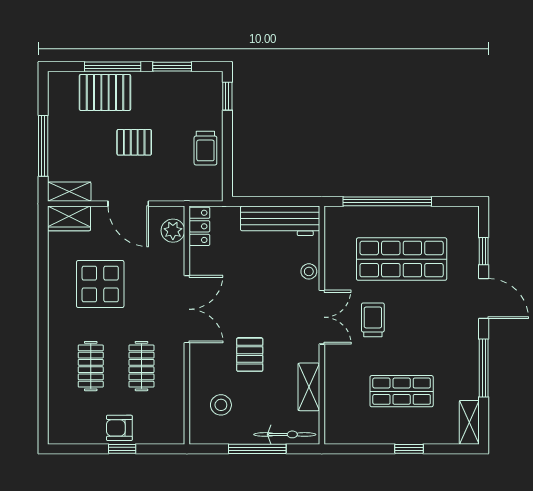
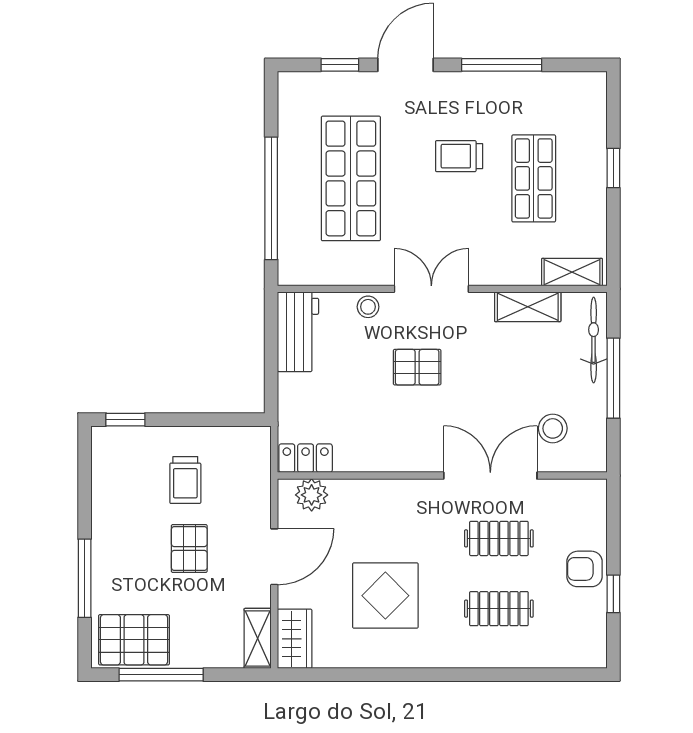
window: (172, 67) -> (85, 496), removed
pallet: (105, 92) -> (134, 640), moved, turned 90
window: (43, 146) -> (161, 675), moved
trolley: (205, 148) -> (185, 480), moved, turned 90
workbench: (280, 221) -> (298, 332), width x0.73
double door: (187, 309) -> (490, 476), moved
trolley: (373, 320) -> (459, 156), moved
pallet: (250, 355) -> (417, 367), moved
shelving: (469, 422) -> (572, 272), moved
armchair: (119, 428) -> (585, 569), turned 90
window: (122, 449) -> (613, 594), moved

